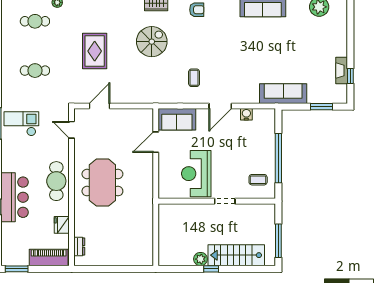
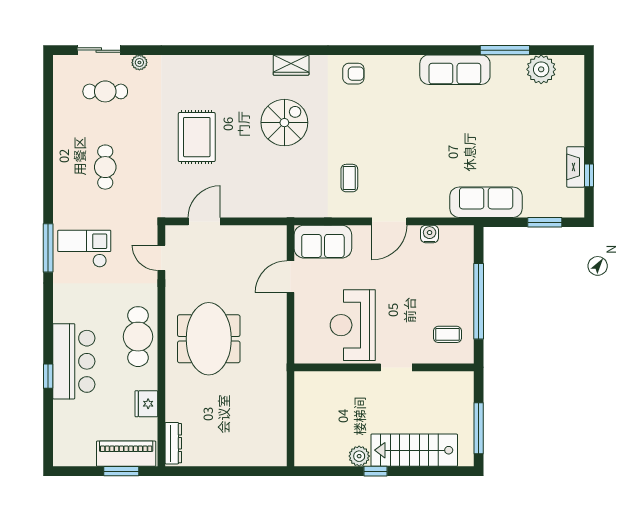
cafe table: (35, 71) -> (105, 167), turned 90
dresser: (79, 246) -> (173, 443), width x1.44
window: (17, 269) -> (121, 471), moved

